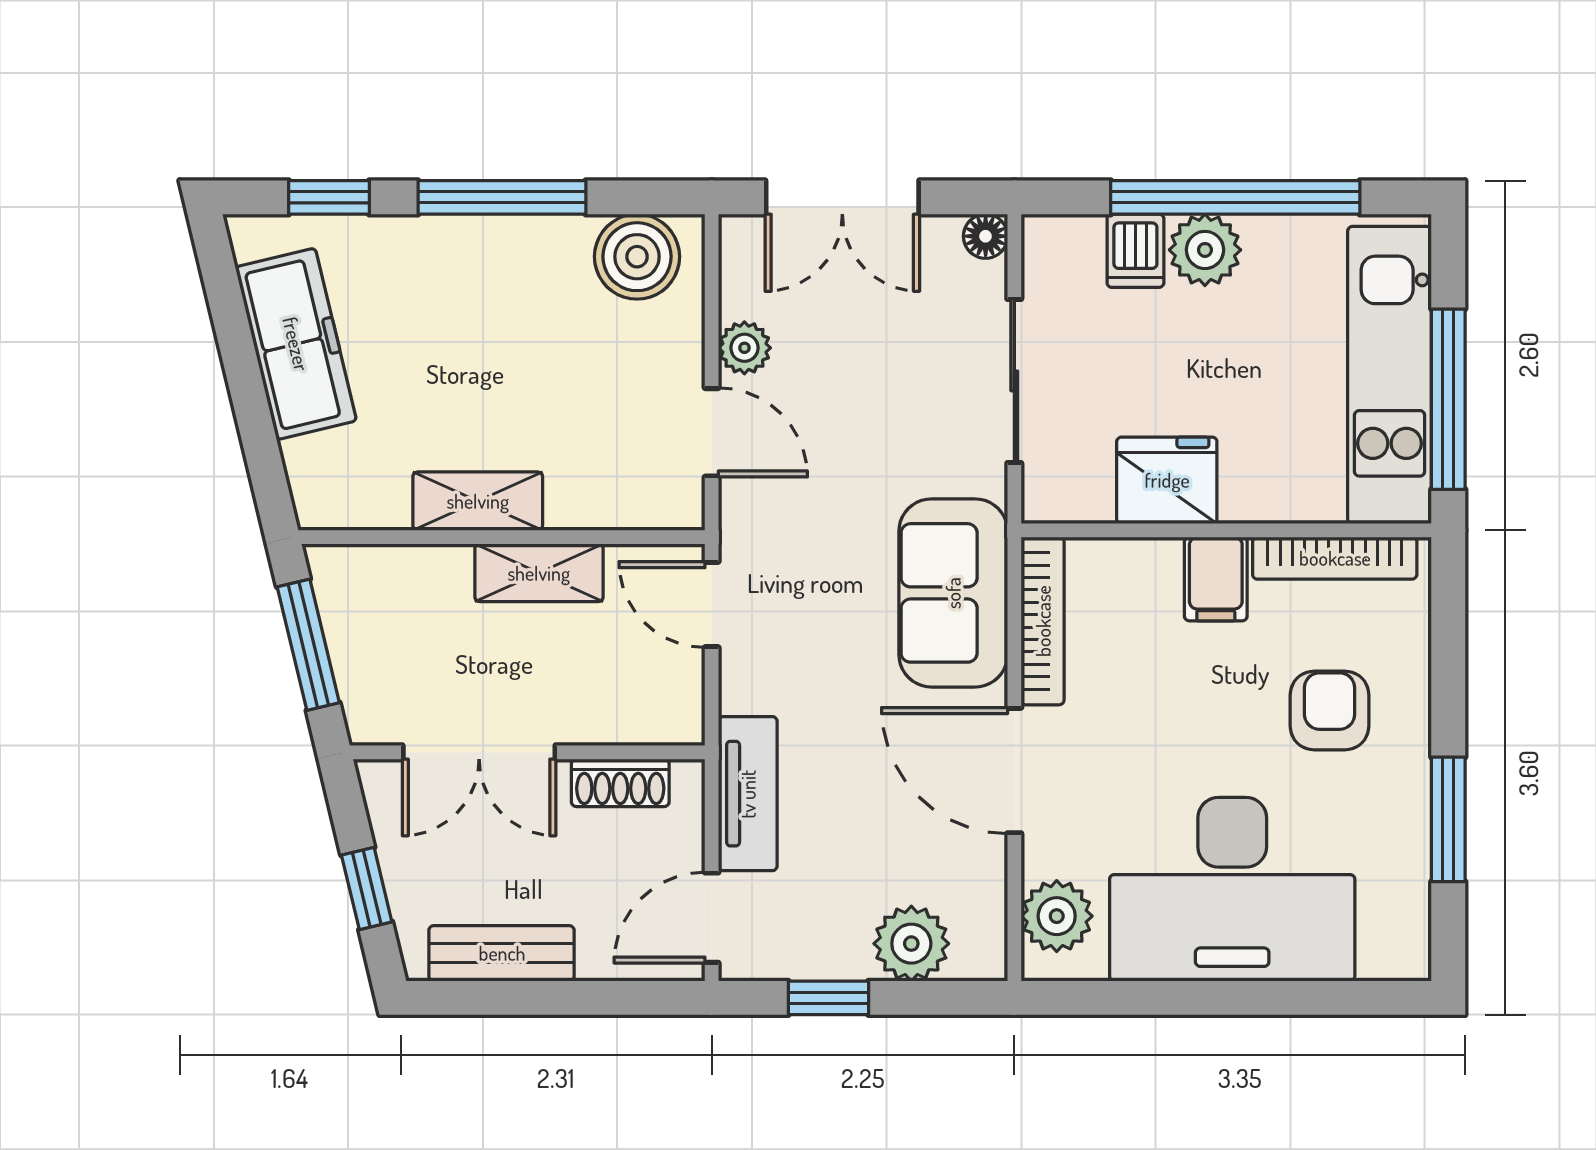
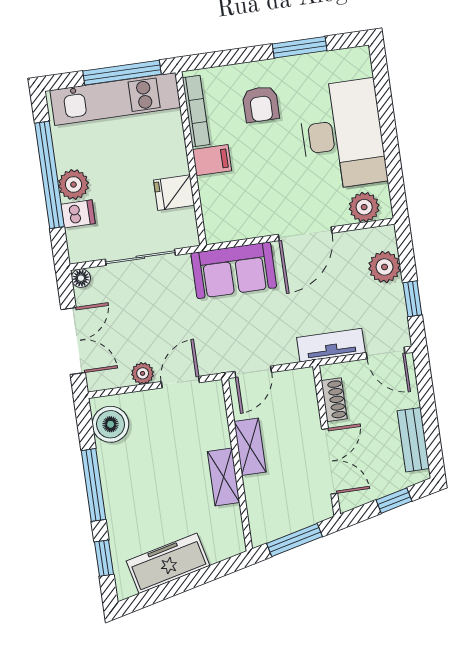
fridge: (1167, 480) -> (174, 193), width x0.72
bookcase: (1043, 621) -> (240, 231), removed
armchair: (1330, 710) -> (261, 104), turned -90

